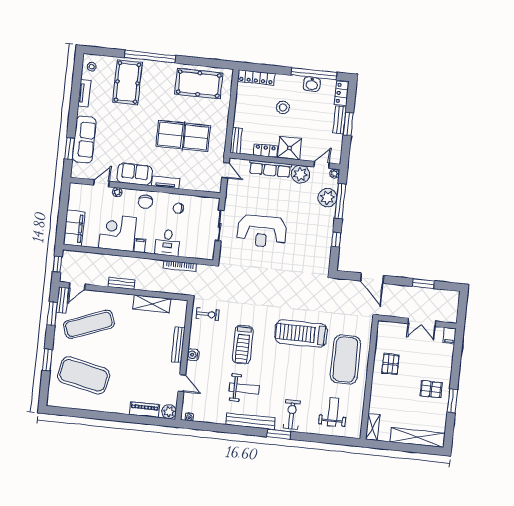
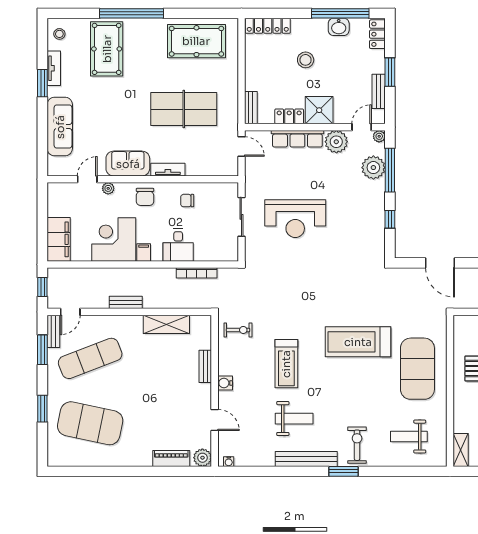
bench: (340, 120) -> (379, 91), moved
window: (70, 149) -> (42, 83), moved
bench: (178, 345) -> (205, 366), width x0.73
weight bench: (333, 412) -> (409, 437), turned -90

